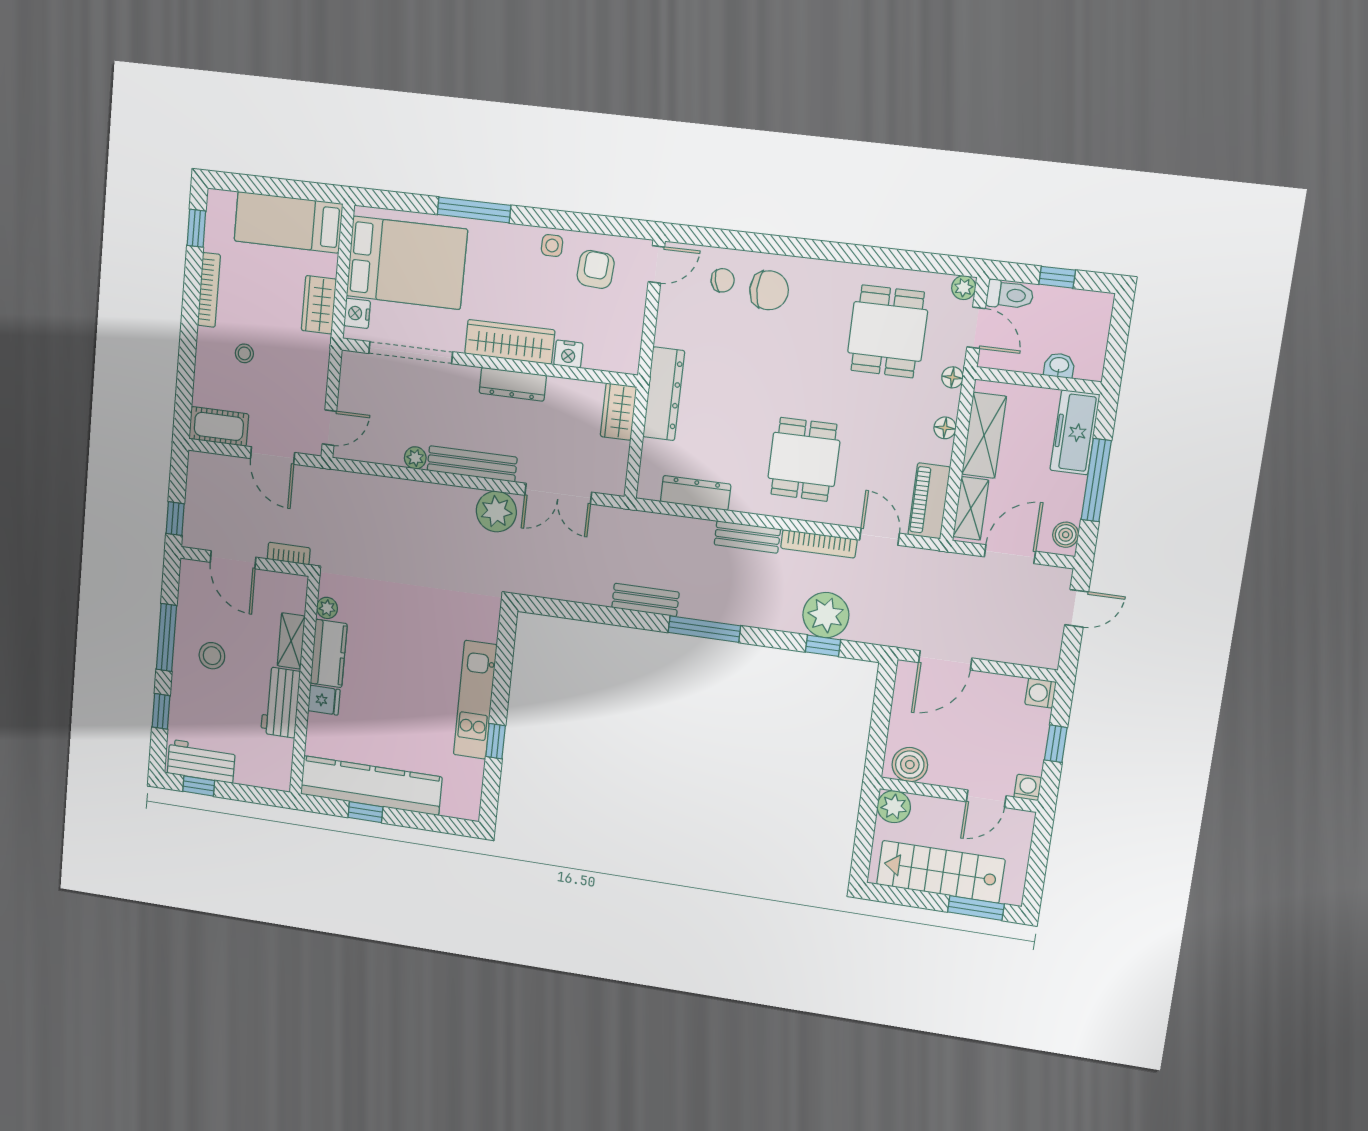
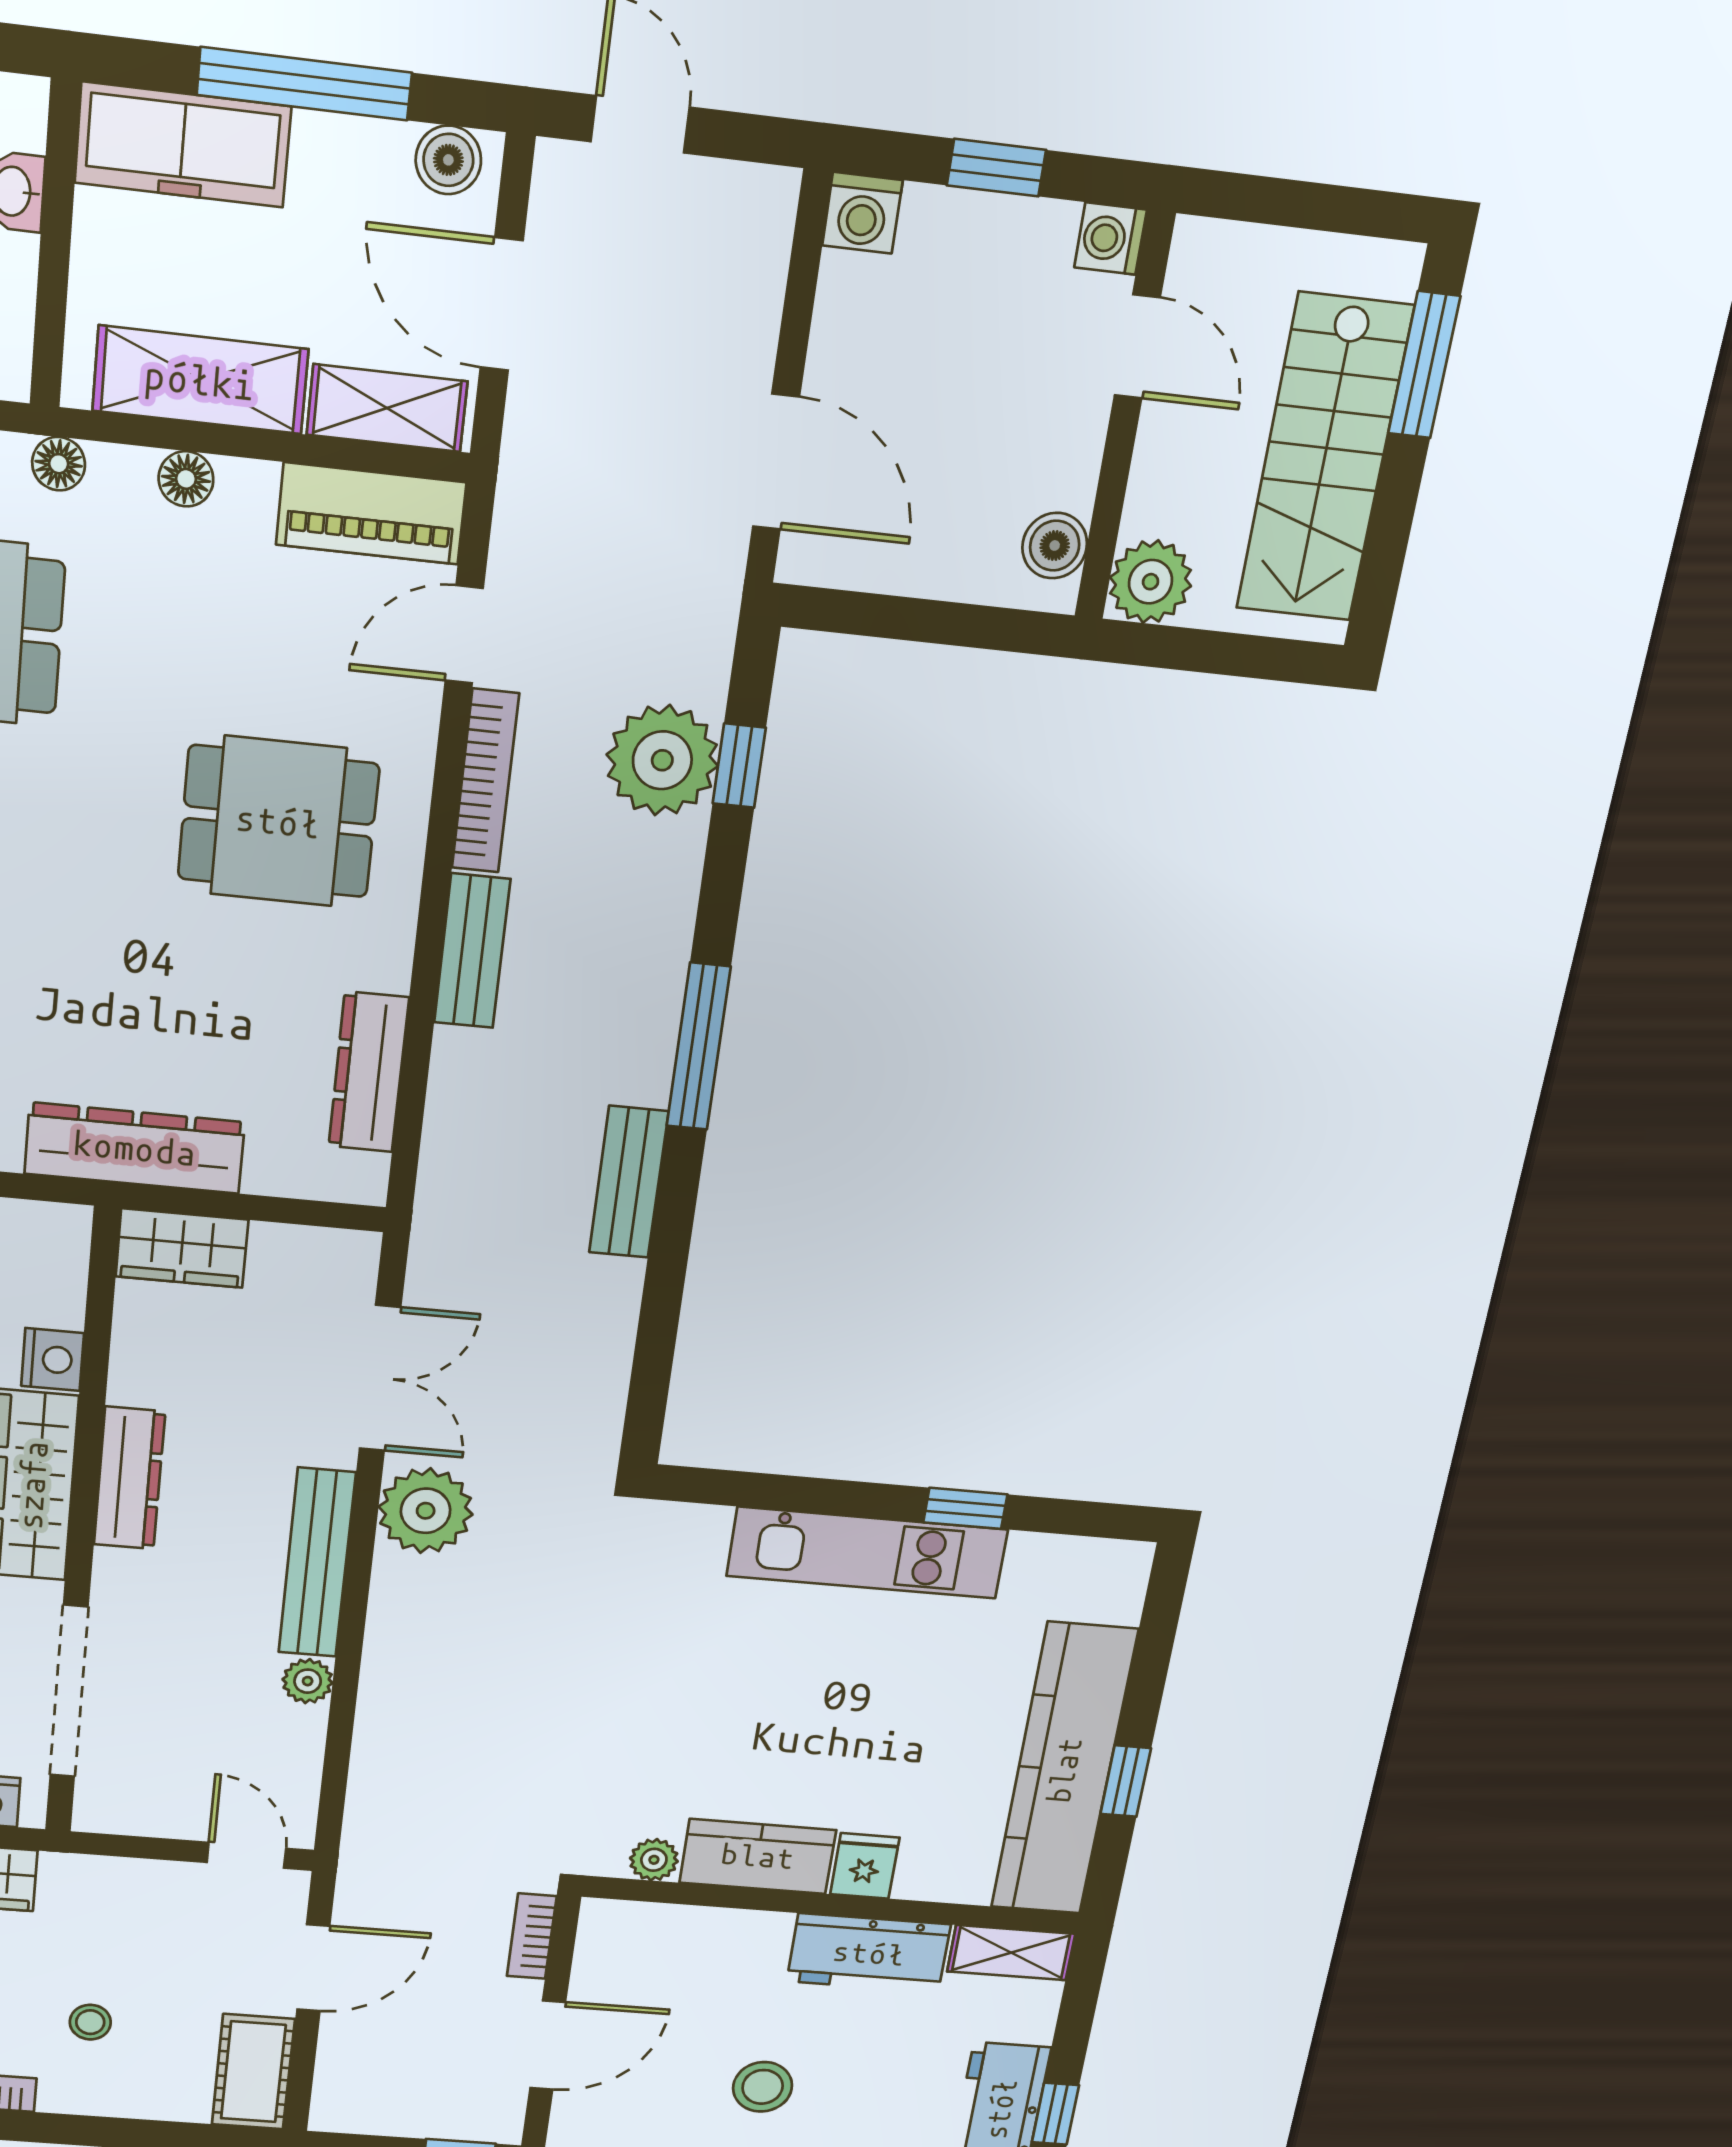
shelving: (291, 641) -> (1011, 1953), moved
boiler: (910, 765) -> (1055, 546), width x0.73, depth x0.73

